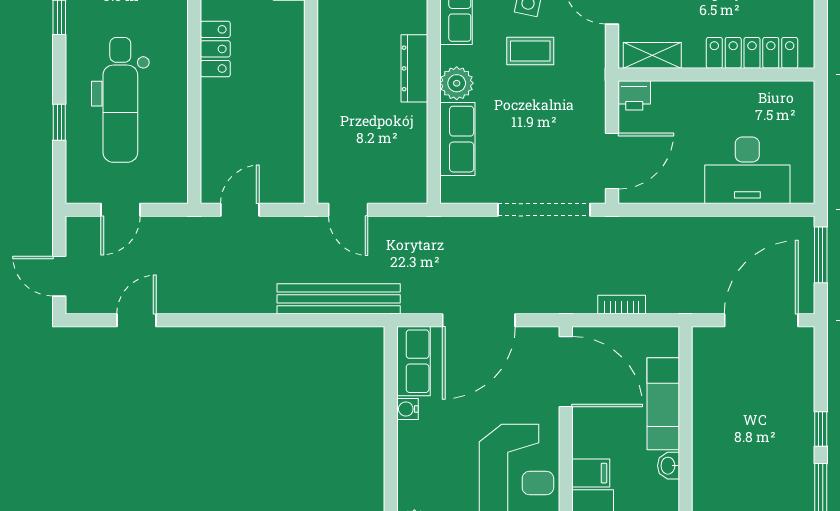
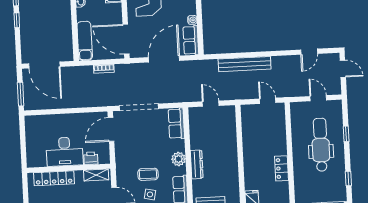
printer: (634, 95) -> (91, 158), moved
row of seats: (457, 139) -> (176, 124), moved
desk: (747, 170) -> (65, 152), moved, turned 180
door: (120, 210) -> (318, 98), hinge flipped
door: (240, 210) -> (268, 101), swing flipped
door: (348, 210) -> (211, 104), moved
bench: (339, 299) -> (245, 64), moved
door: (761, 320) -> (44, 65), hinge flipped
exam couch: (663, 404) -> (85, 41), moved

